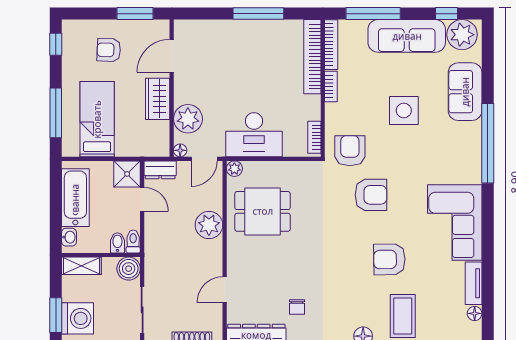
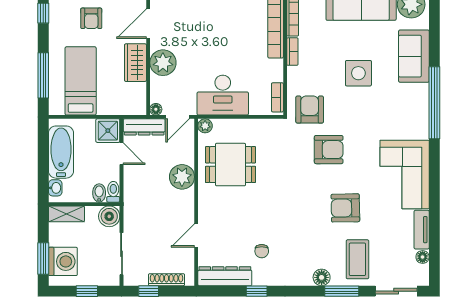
armchair: (109, 50) -> (91, 18), turned -92
plant: (188, 119) -> (163, 63), moved
dresser: (160, 170) -> (144, 127), width x1.44

